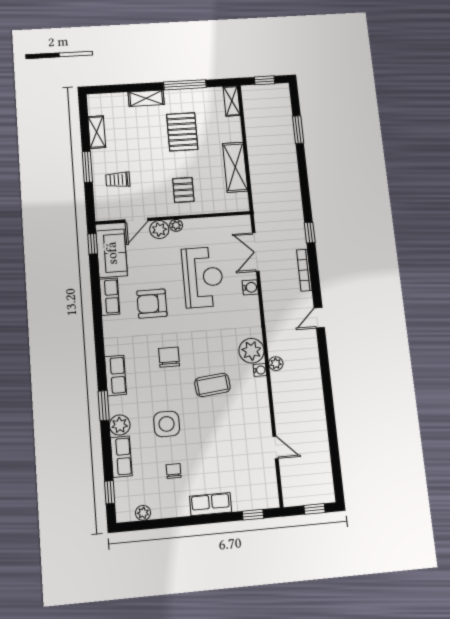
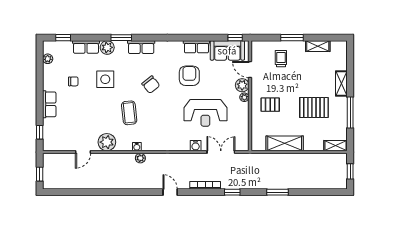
window: (298, 130) -> (277, 192), moved
plant: (252, 351) -> (107, 142), moved
chair: (169, 357) -> (151, 85), turned 51

